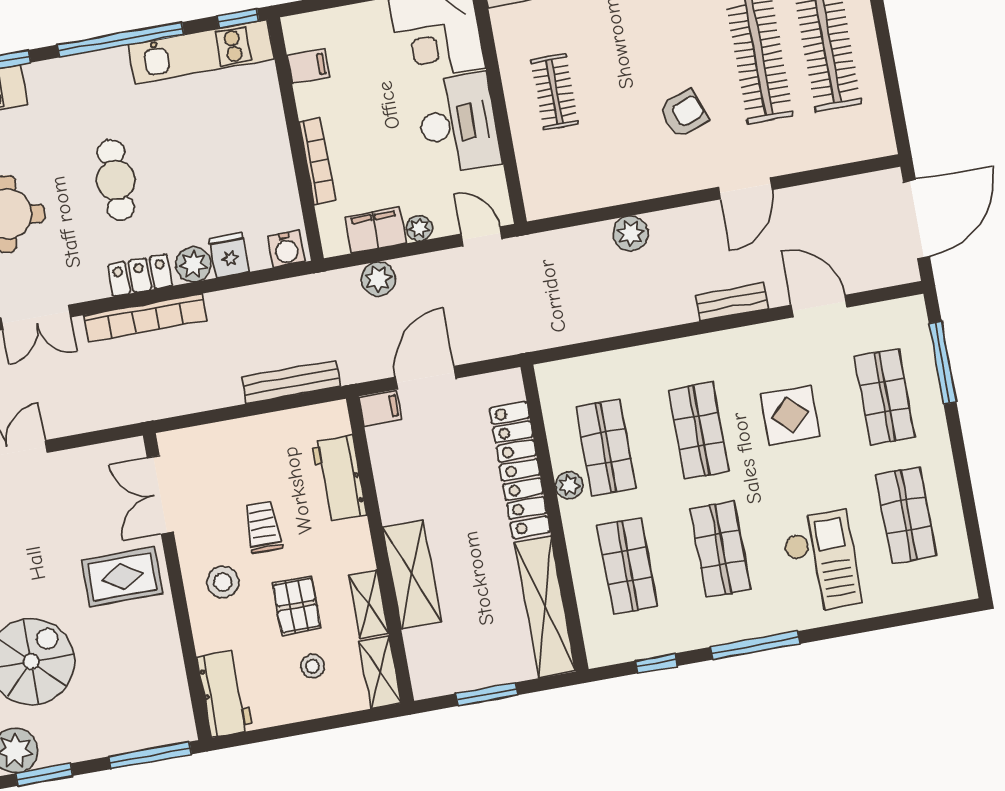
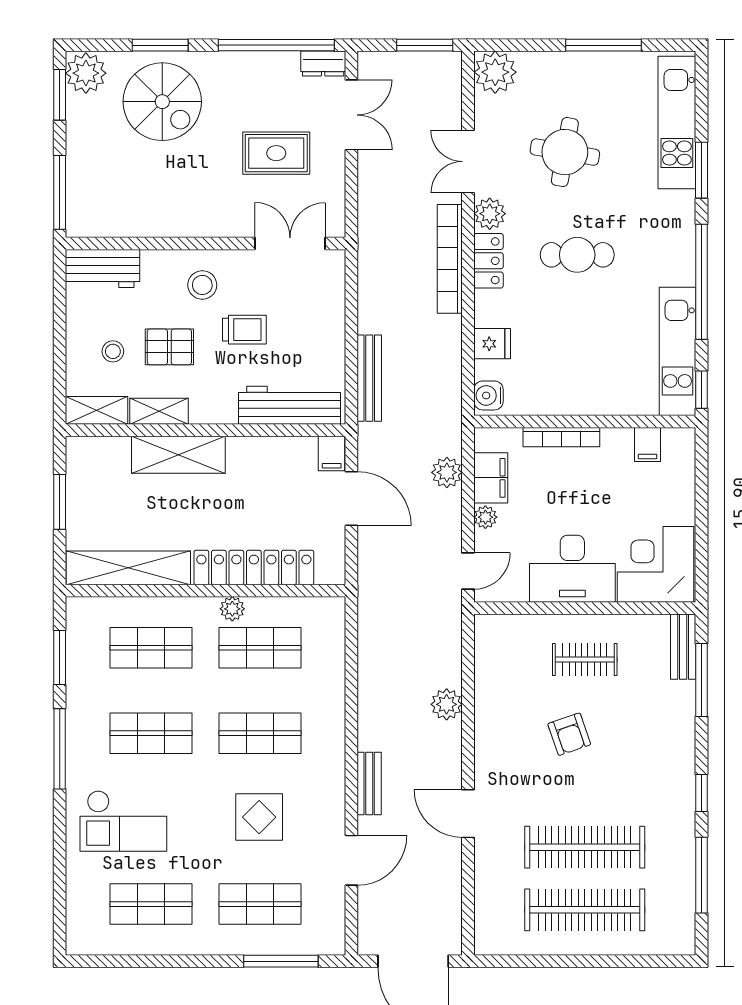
armchair: (683, 113) -> (569, 734), moved
plant: (193, 264) -> (490, 214), moved
workbench: (339, 478) -> (290, 405), width x1.38
rug: (122, 577) -> (276, 153), moved, turned 90
window: (656, 663) -> (60, 658), width x1.50

